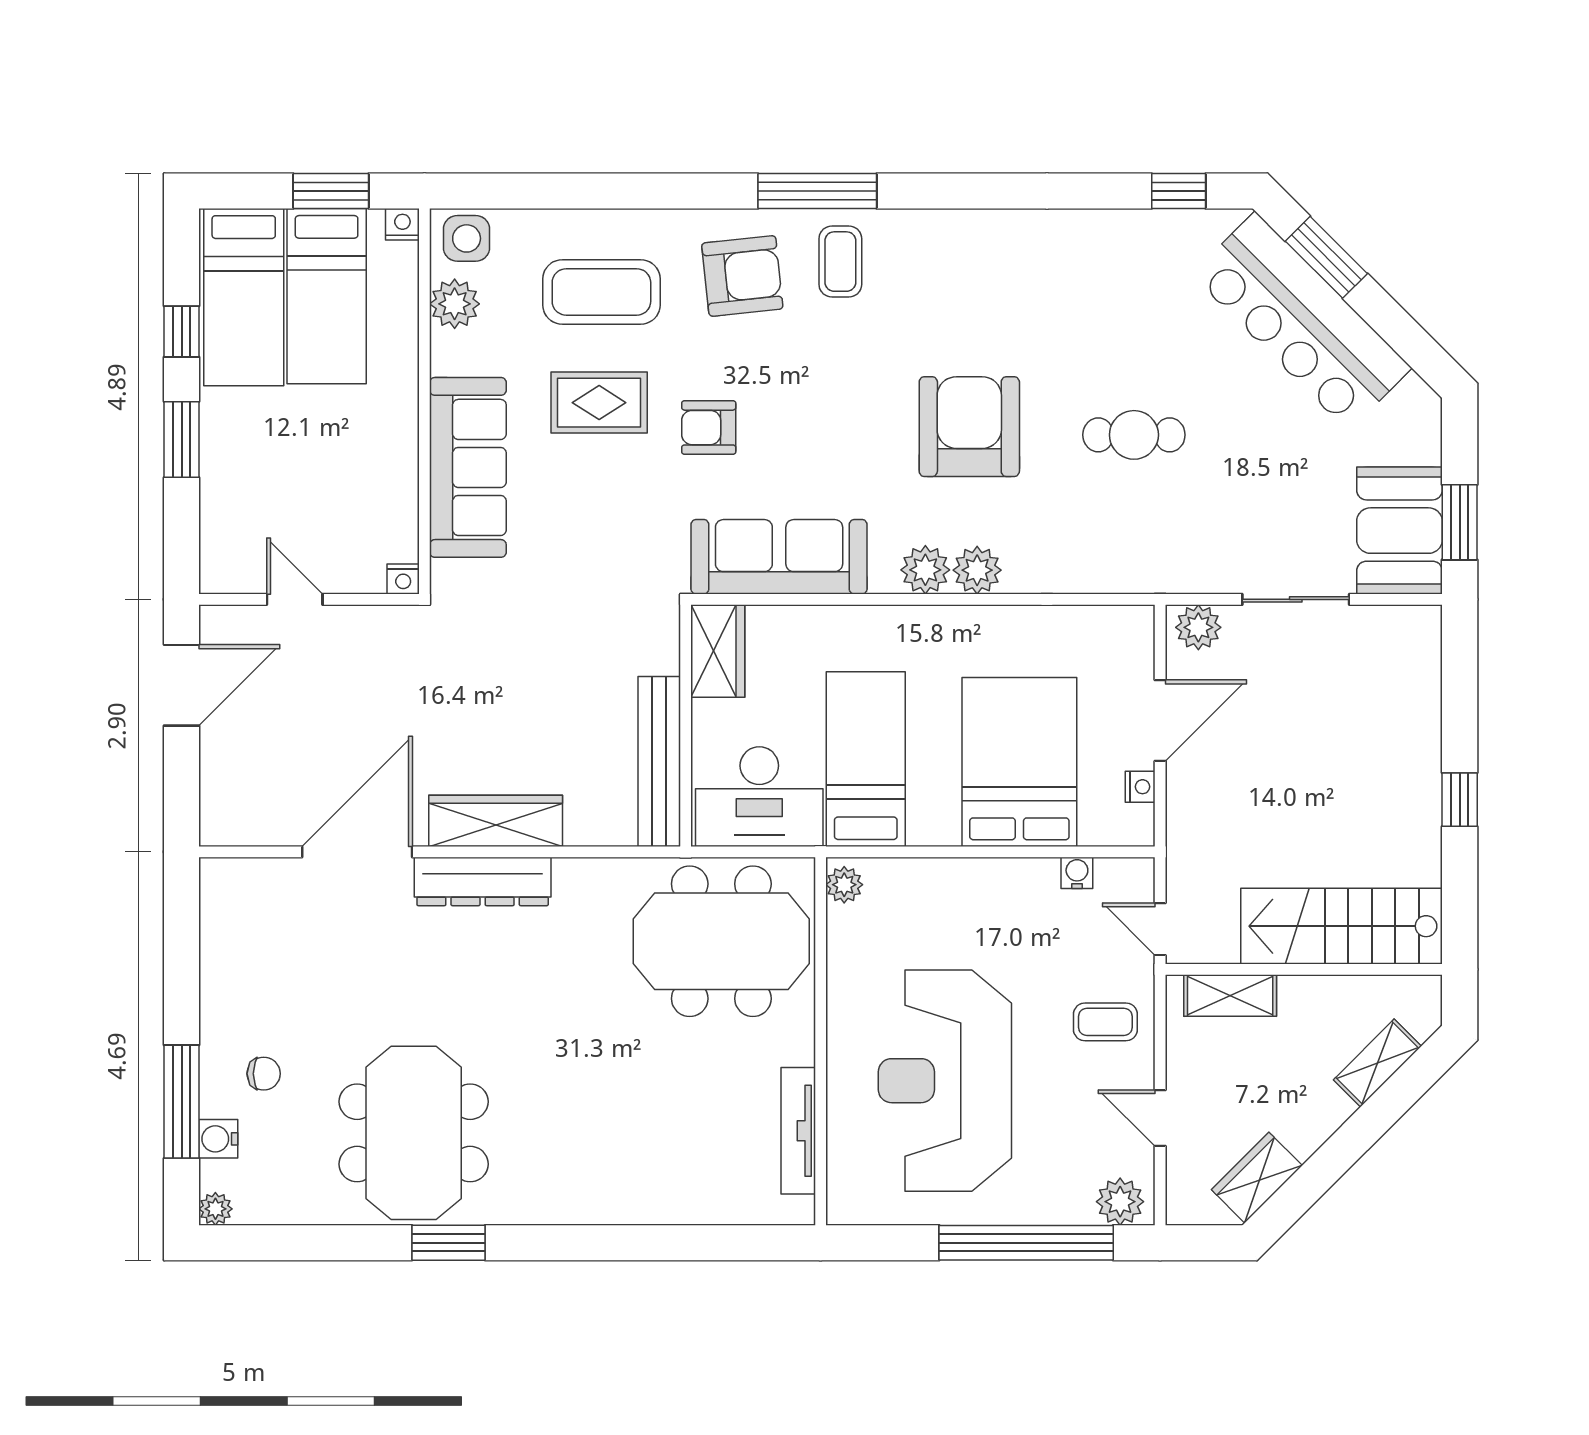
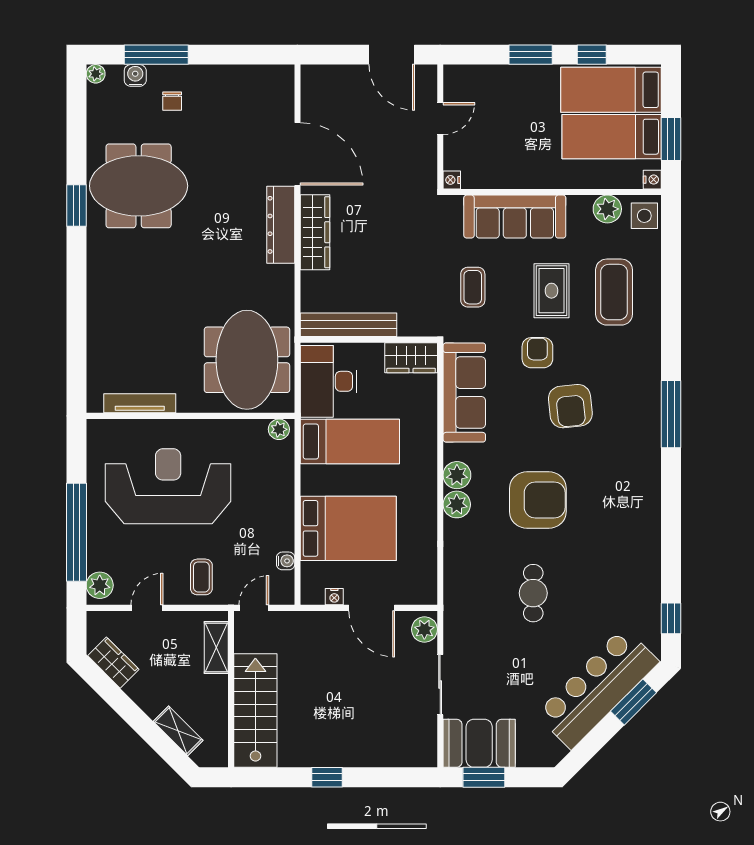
coffee table: (840, 262) -> (473, 287), moved, turned 90
armchair: (742, 276) -> (570, 406), moved

